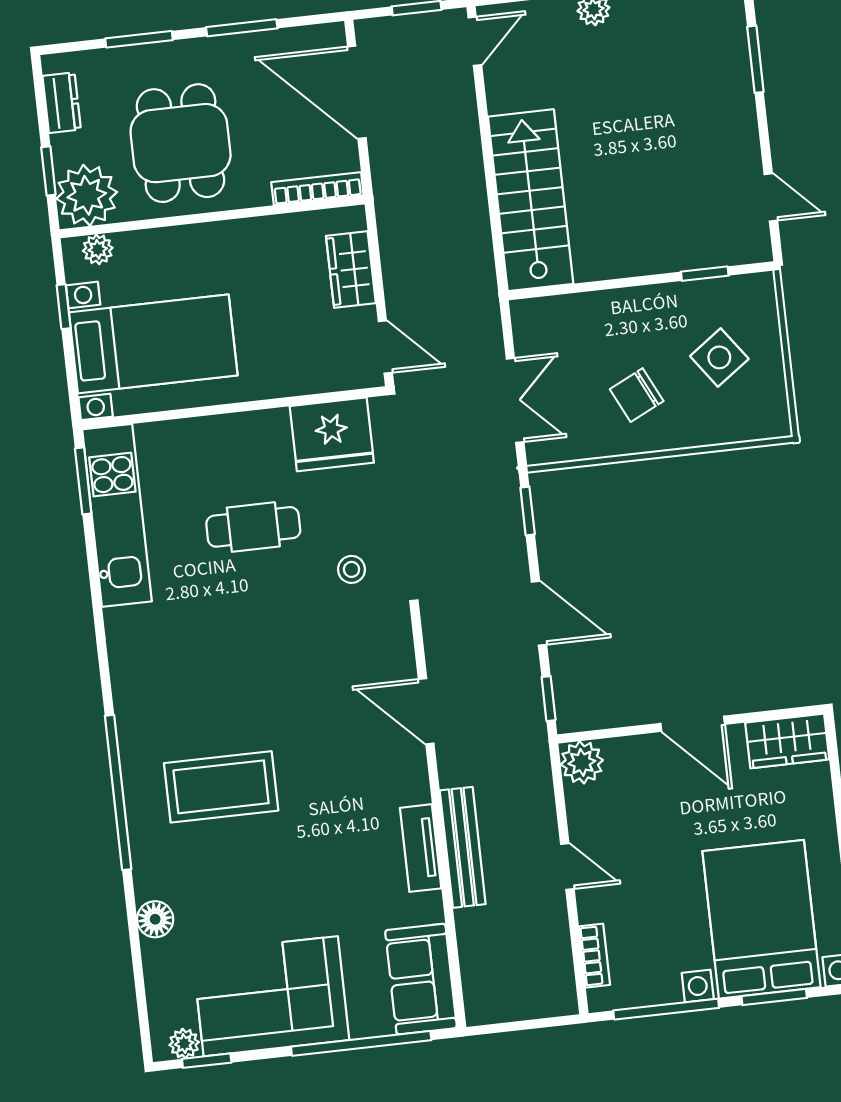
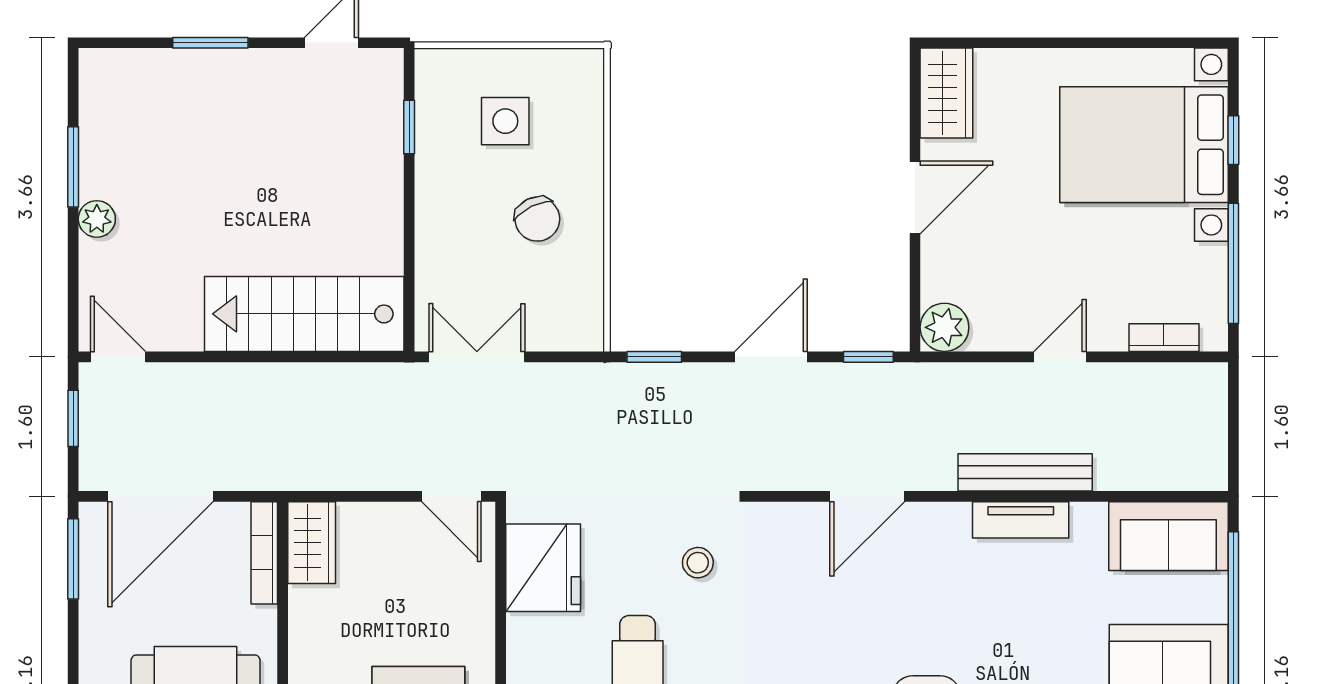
window: (242, 28) -> (73, 559), moved
window: (755, 59) -> (210, 43), moved
wardrobe: (351, 270) -> (312, 543), moved, turned -90
door: (385, 347) -> (451, 496), swing flipped
side table: (719, 357) -> (505, 121), turned 36
double door: (515, 400) -> (477, 357), moved
window: (774, 997) -> (1233, 140), width x0.67

